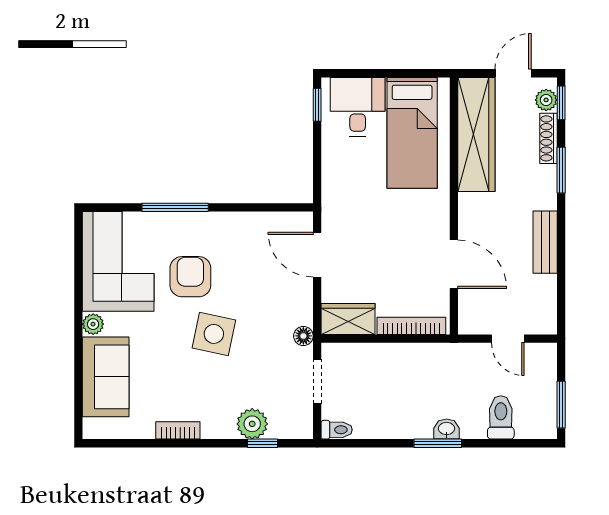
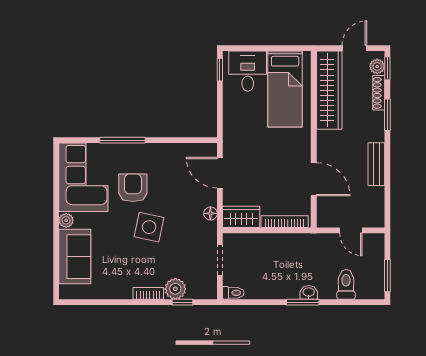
floor lamp: (303, 336) -> (210, 213), moved
bookcase: (178, 430) -> (148, 293), moved

